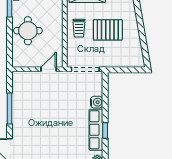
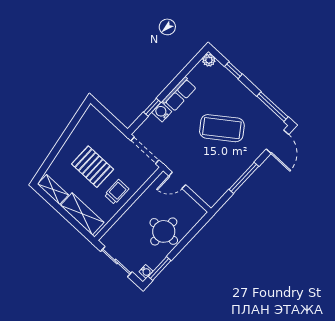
coffee table: (51, 126) -> (222, 128), added
row of seats: (96, 130) -> (179, 94), width x0.68
window: (105, 130) -> (152, 107), moved

